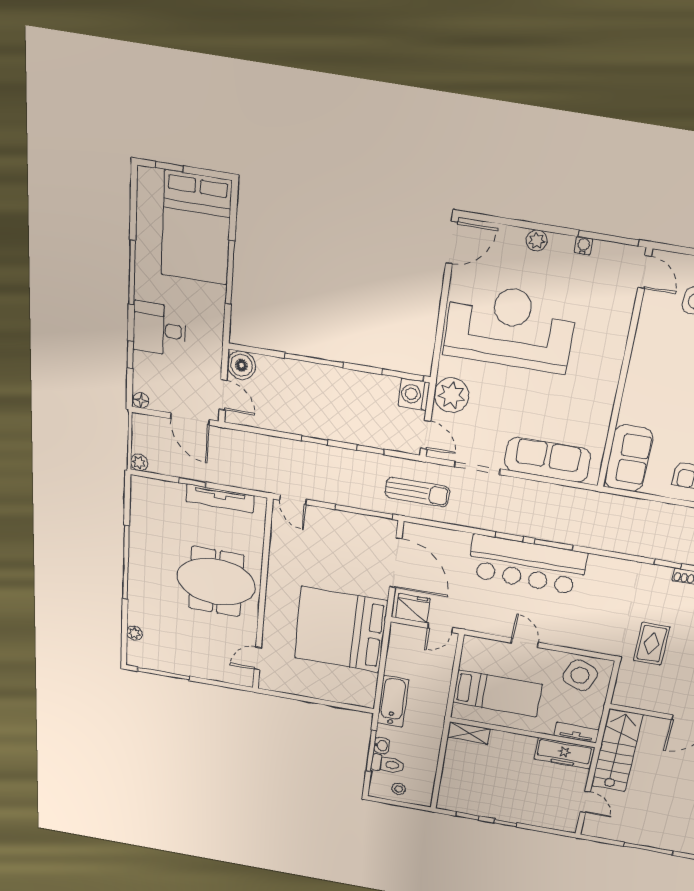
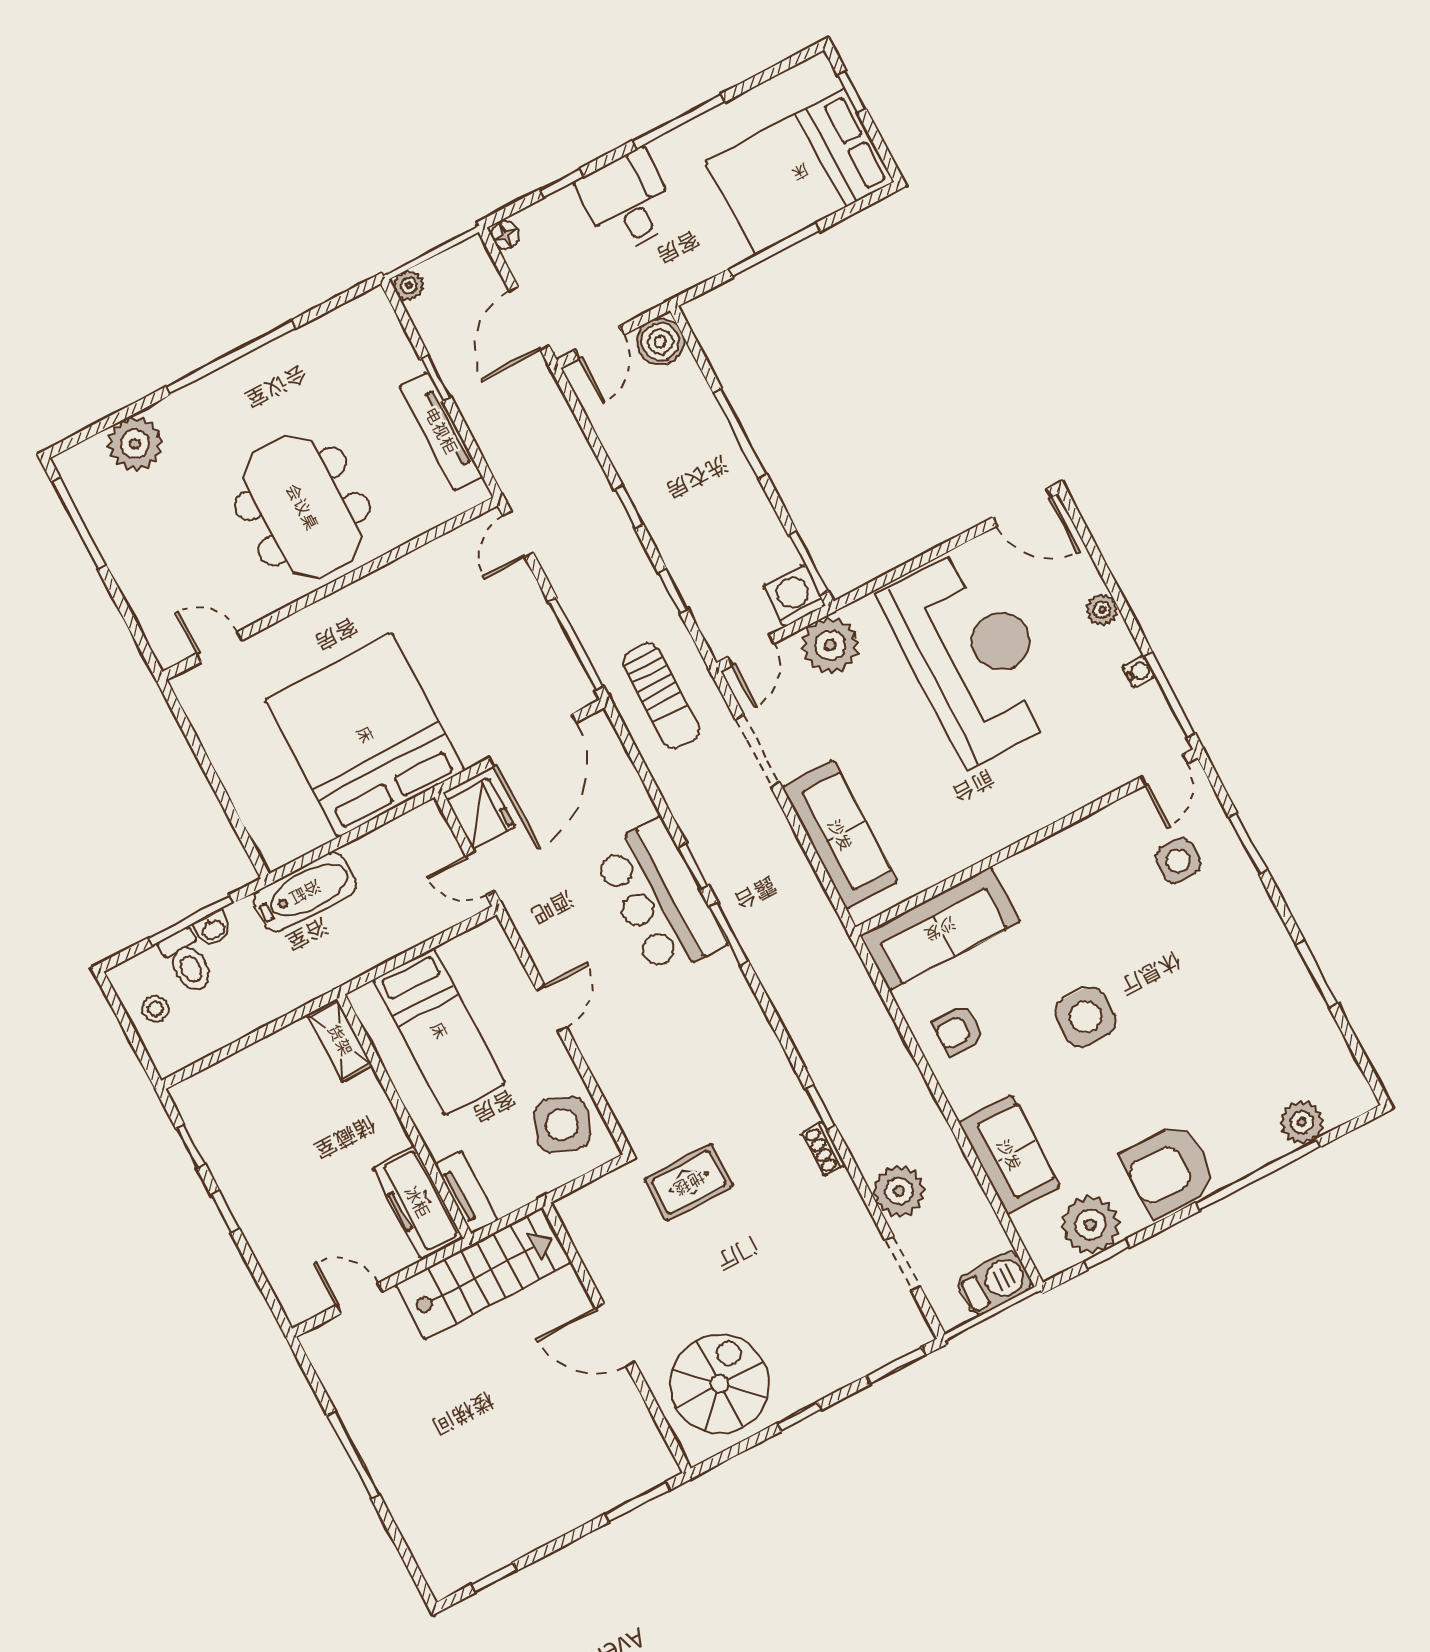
sofa: (629, 458) -> (940, 929), width x1.36
bar counter: (527, 565) -> (660, 898), width x0.73
plant: (134, 633) -> (135, 444), width x1.87, depth x1.87
door: (585, 802) -> (360, 1298), swing flipped

